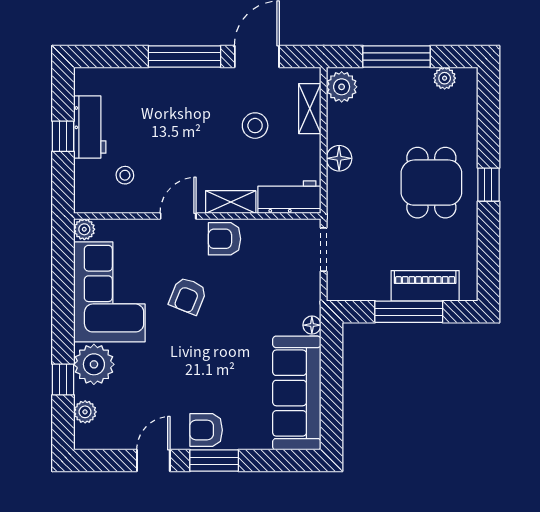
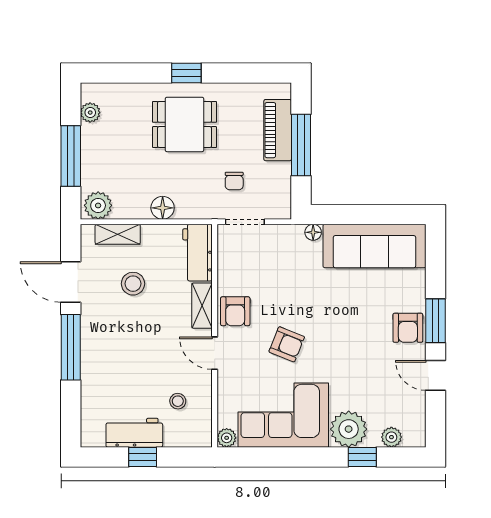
chair: (369, 238) -> (234, 181), added

